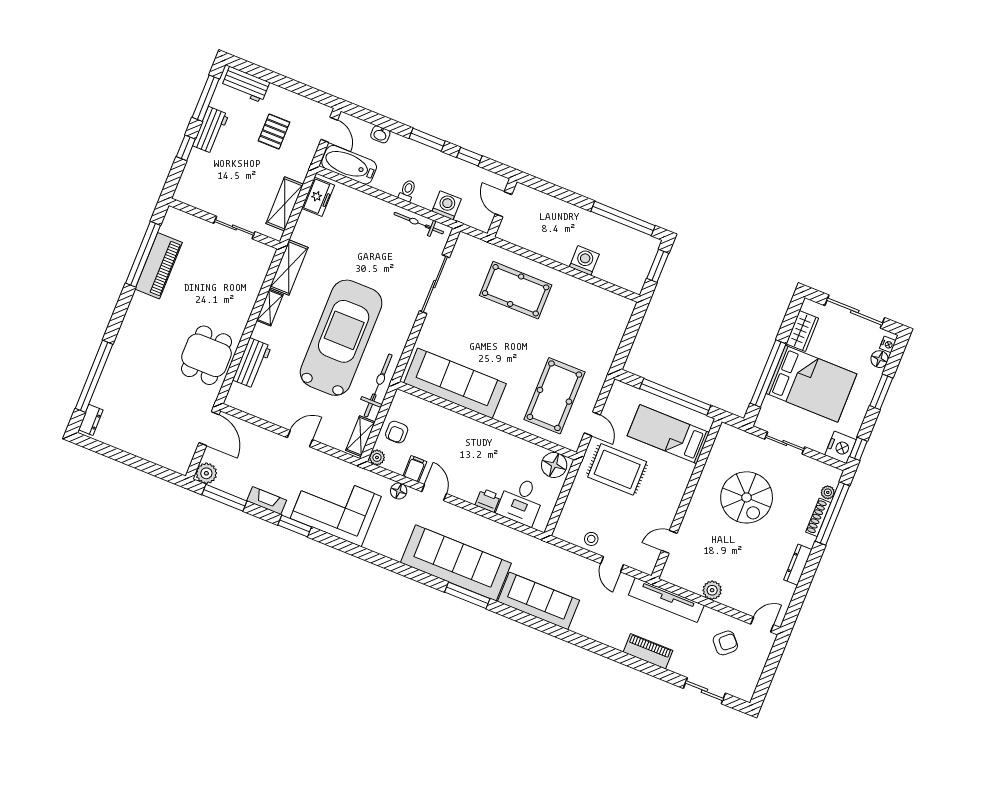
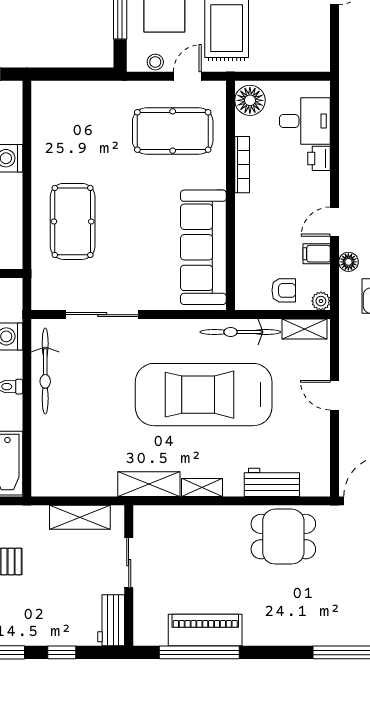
workbench: (211, 130) -> (111, 620), moved, turned -90
freezer: (318, 197) -> (57, 483), removed
bicycle: (419, 223) -> (45, 371), width x1.37, depth x1.40
bookcase: (507, 439) -> (242, 165), added
stool: (591, 539) -> (155, 62), moved

